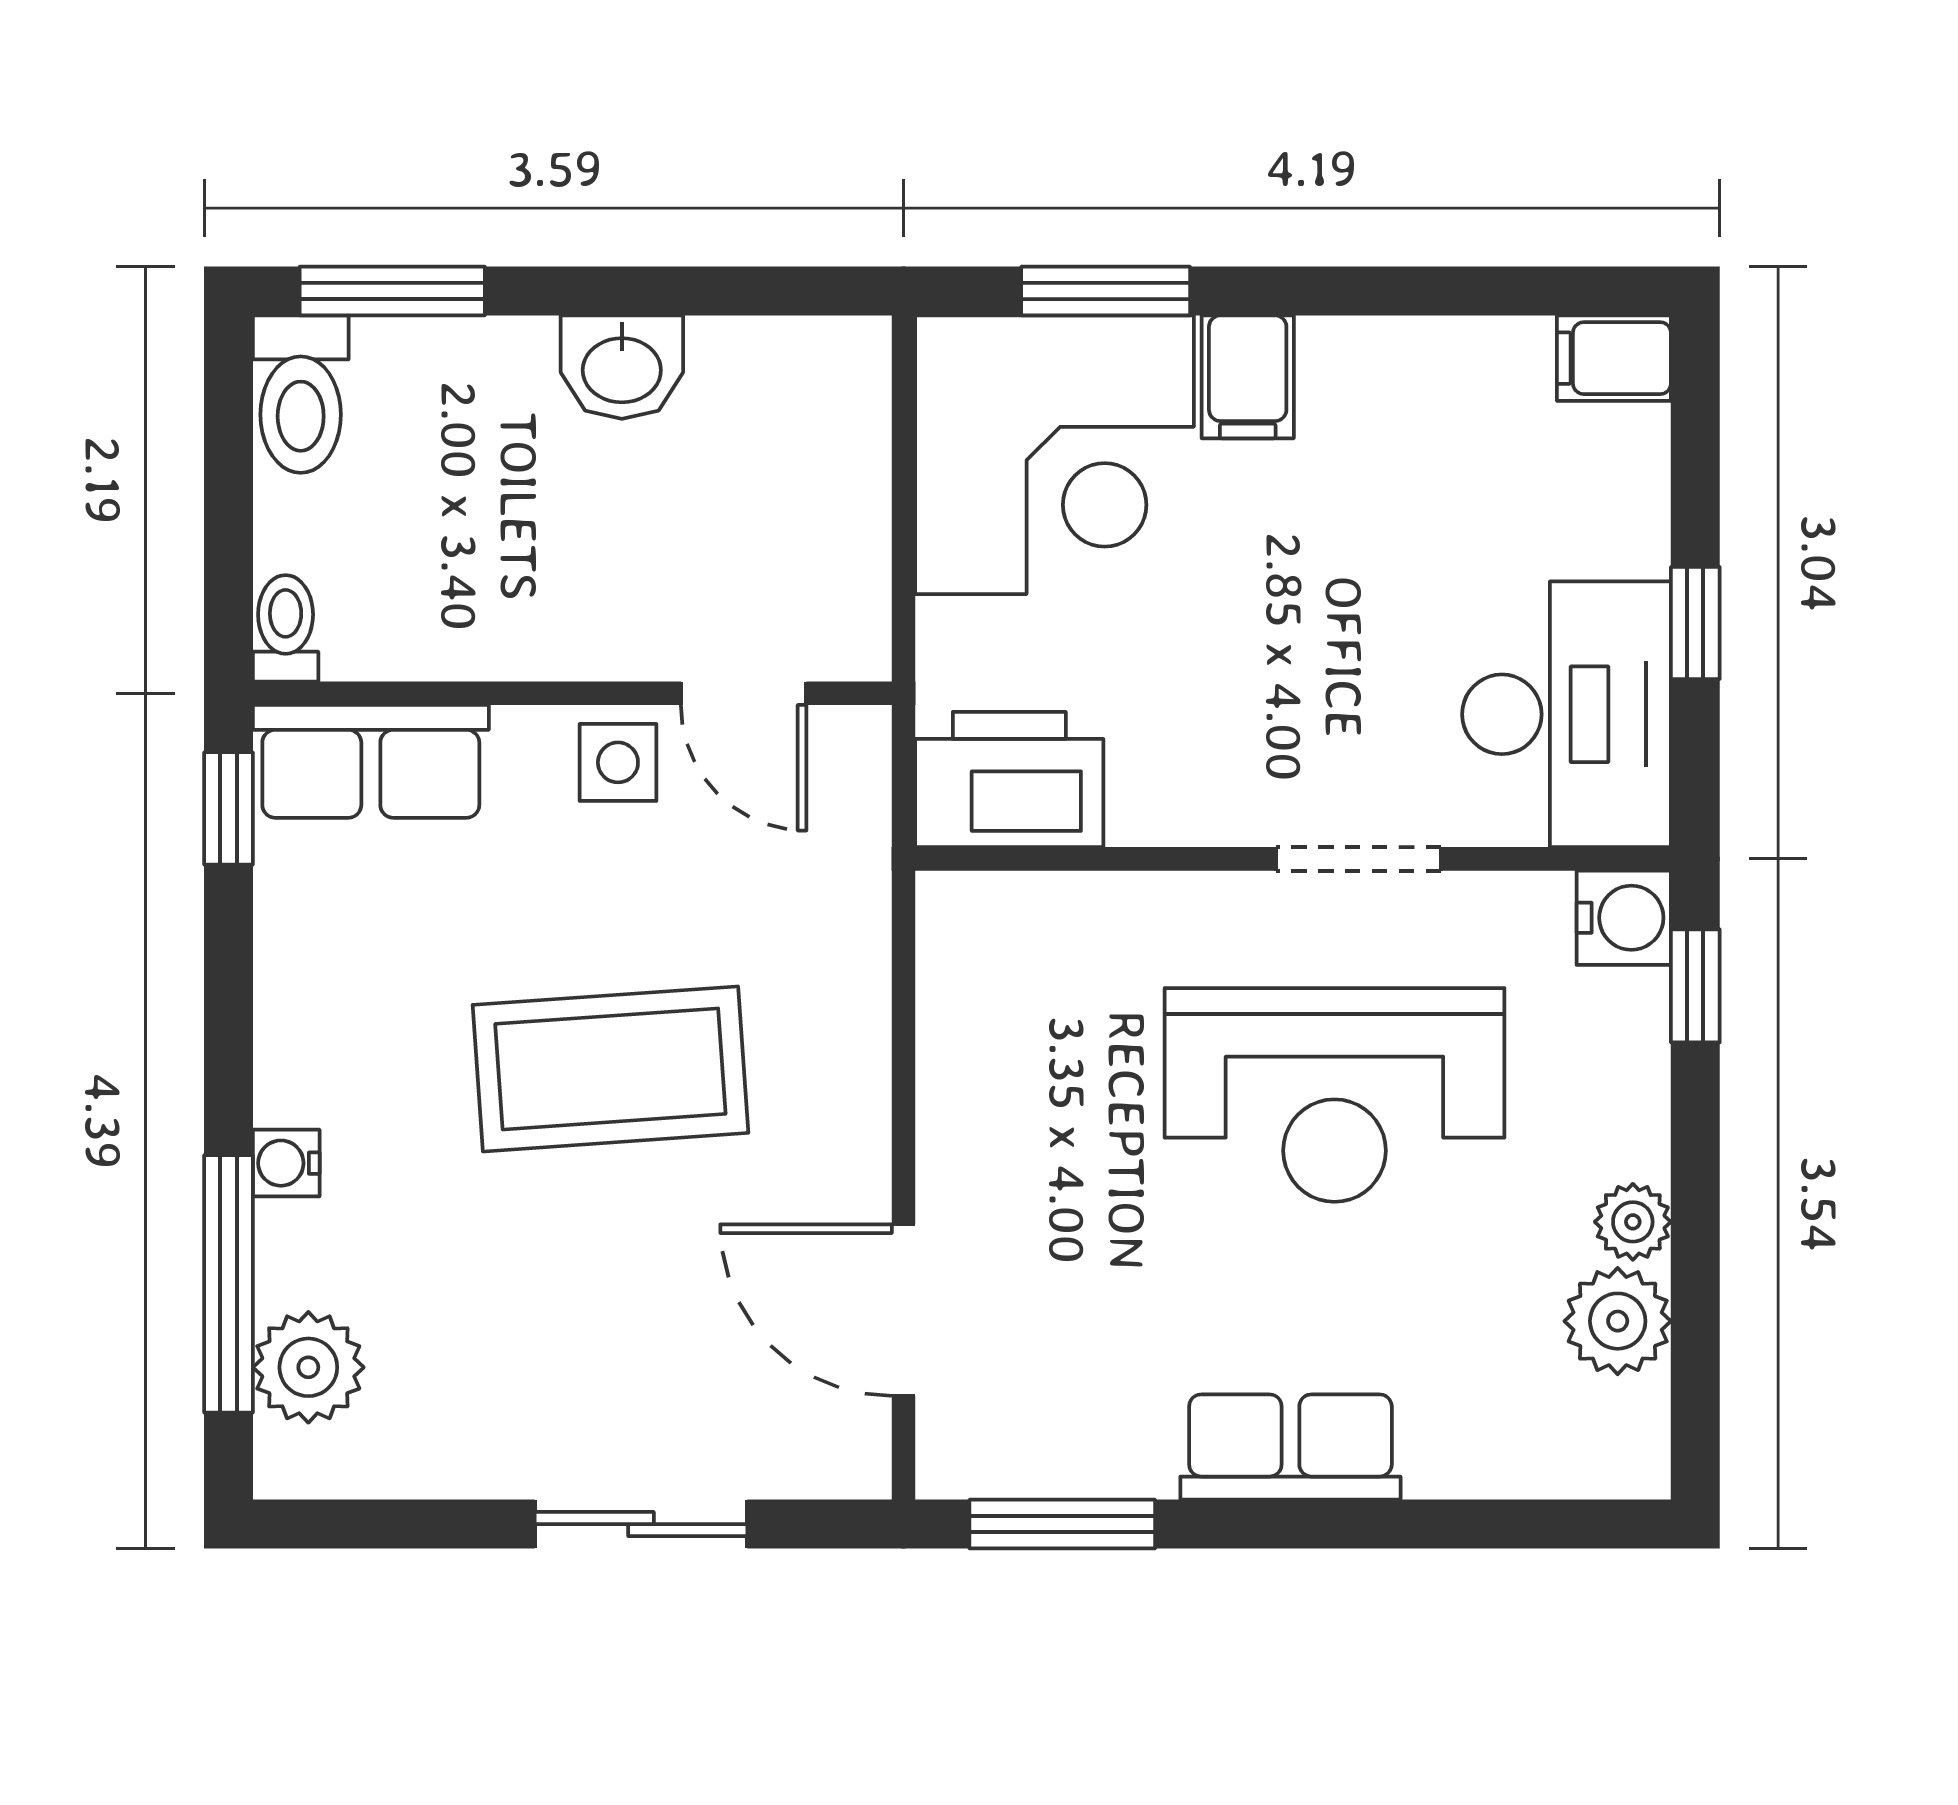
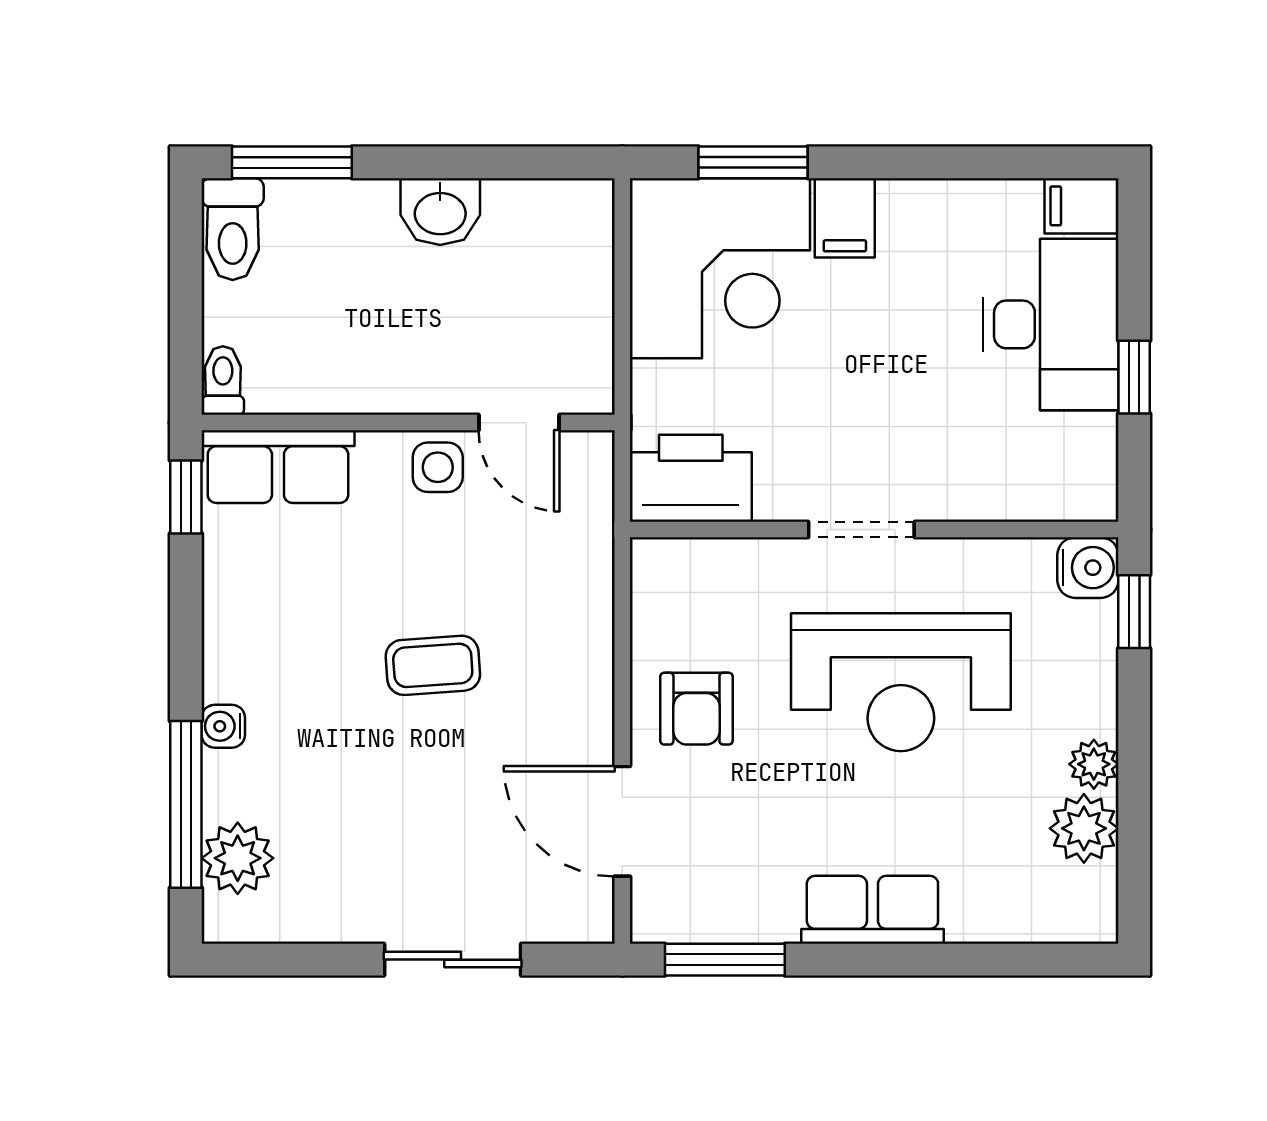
desk: (1567, 714) -> (1051, 324), moved
doorway: (1358, 859) -> (861, 530), moved
coffee table: (610, 1069) -> (433, 665), width x0.54, depth x0.58
armchair: (1018, 1136) -> (696, 709), added

